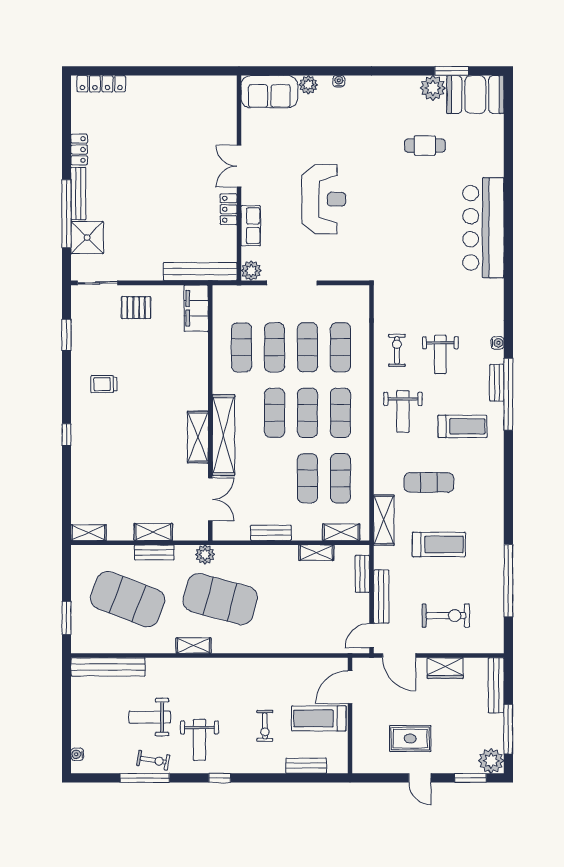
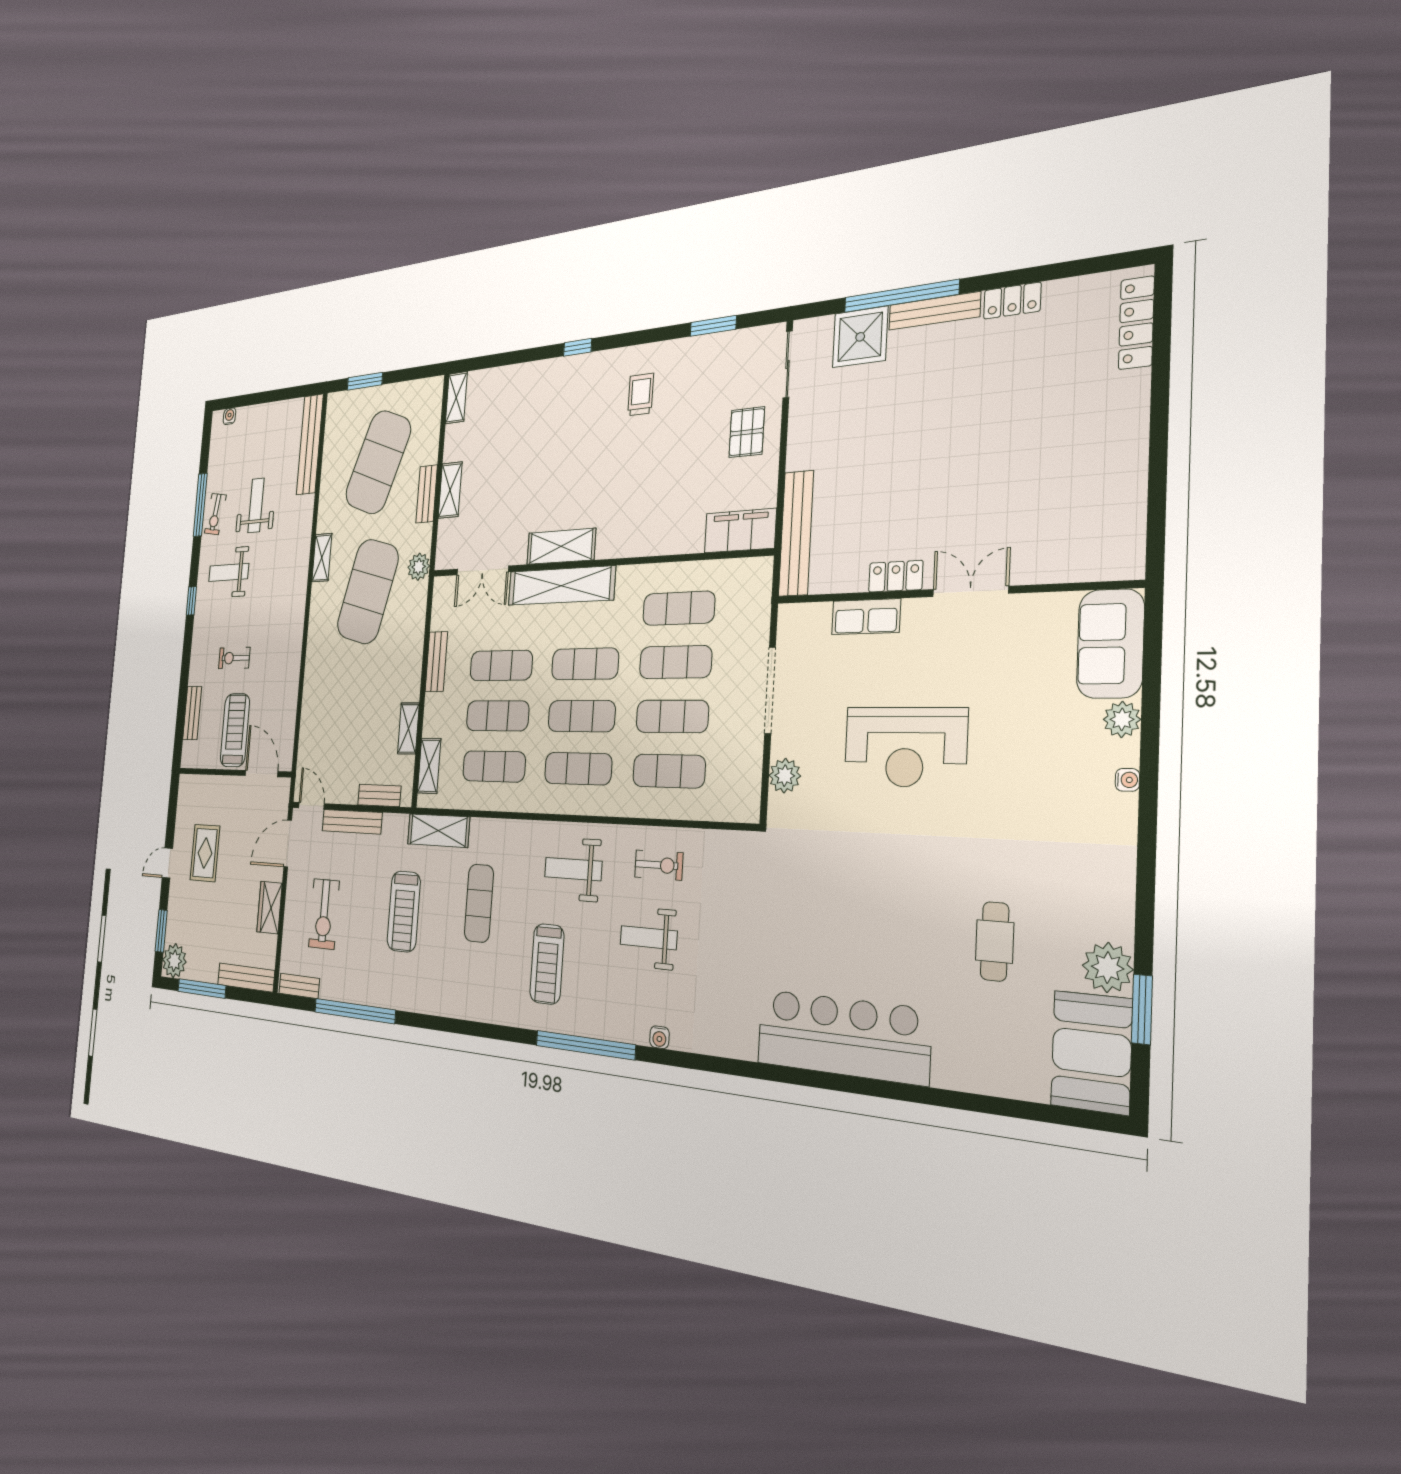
plant: (251, 271) -> (785, 776), moved
bench: (497, 383) -> (299, 986), moved
exercise mat: (274, 478) -> (501, 666), added

